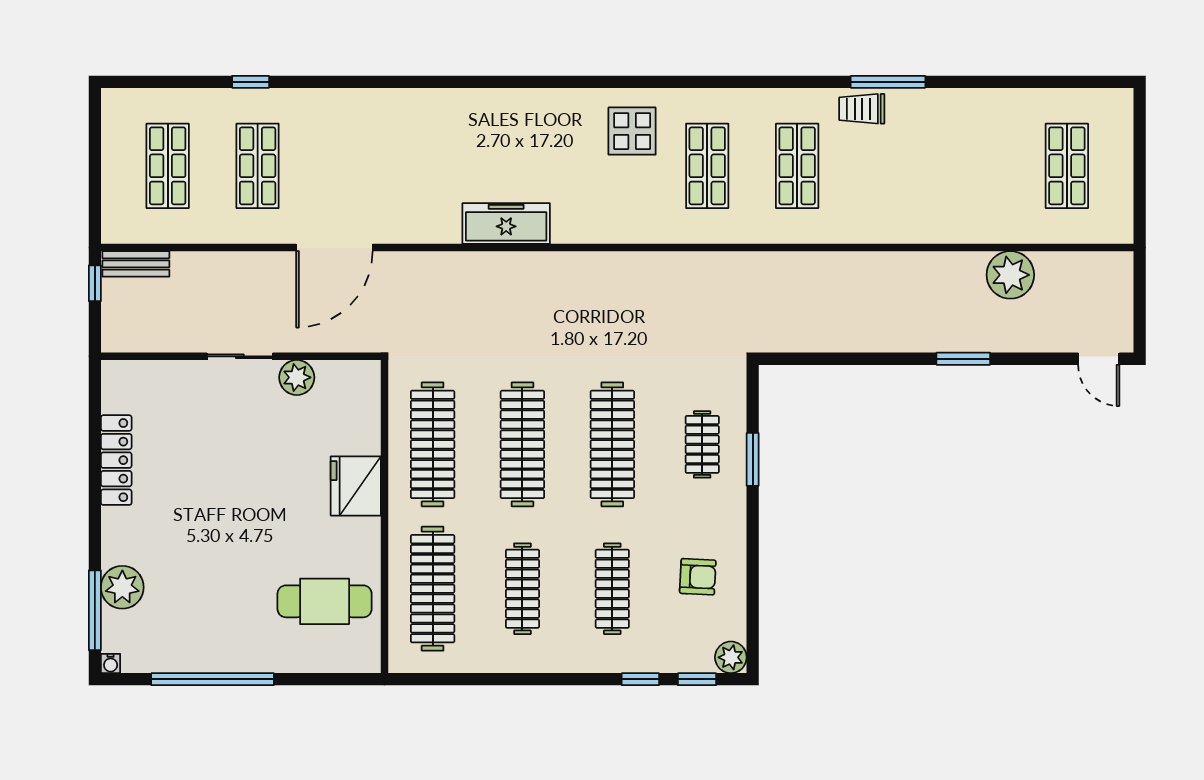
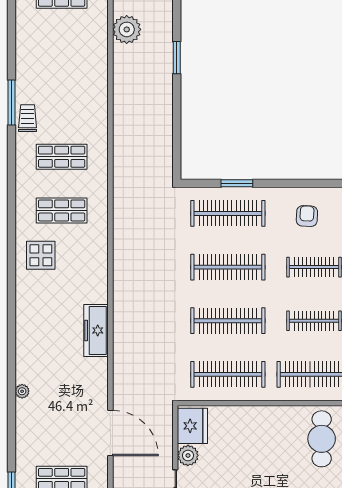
plant: (404, 100) -> (22, 391), added
trolley: (862, 109) -> (28, 118), turned 180
clothes rail: (702, 444) -> (228, 213), width x1.86, depth x1.31
fridge: (356, 486) -> (192, 426), moved, turned -90

